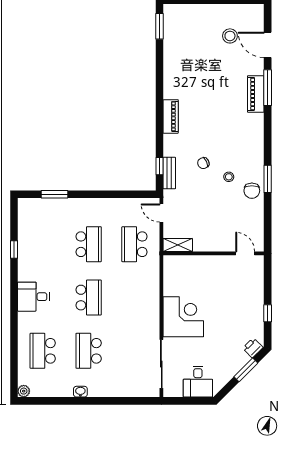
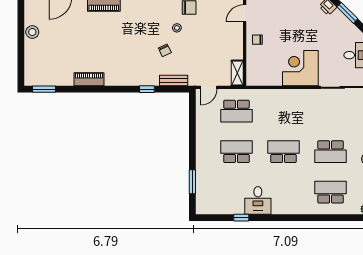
stool: (230, 36) -> (32, 32), moved
piano: (171, 116) -> (89, 79), moved
window: (159, 166) -> (147, 89), moved
chair: (215, 268) -> (257, 40), added
desk: (33, 297) -> (258, 200), moved
school desk: (43, 351) -> (331, 192), turned 180

